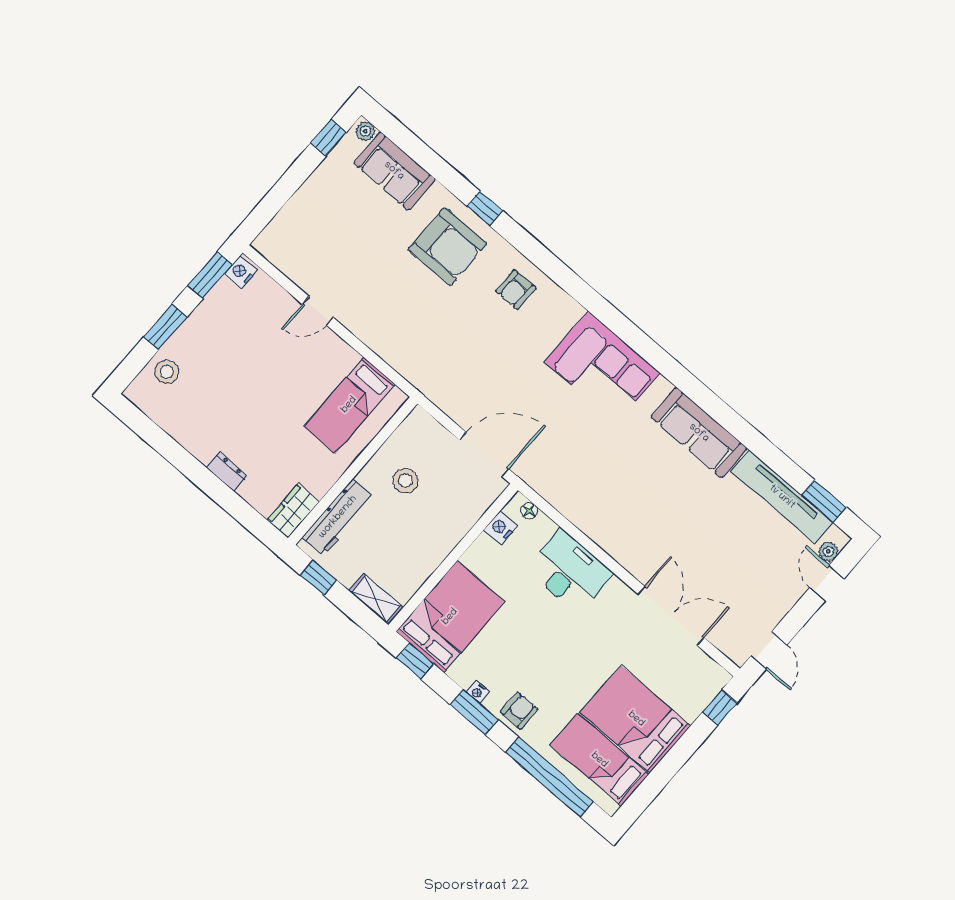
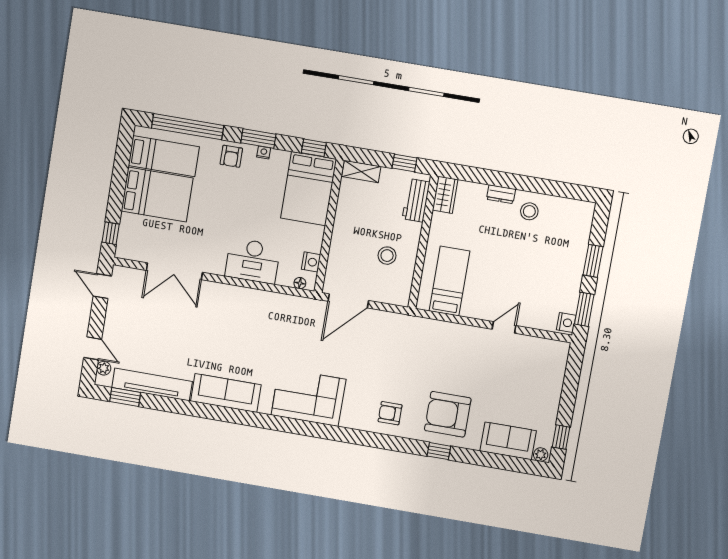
armchair: (516, 289) -> (390, 413), turned -90
stool: (167, 372) -> (529, 211), moved
workbench: (338, 517) -> (416, 200), width x0.73

